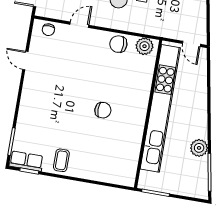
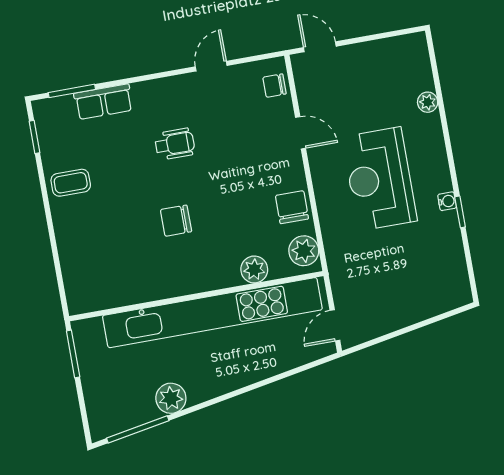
plant: (145, 77) -> (254, 269), added
wheelchair: (61, 96) -> (175, 144), added
chair: (103, 110) -> (176, 221), turned 90
row of seats: (26, 161) -> (103, 102), moved, turned 90

